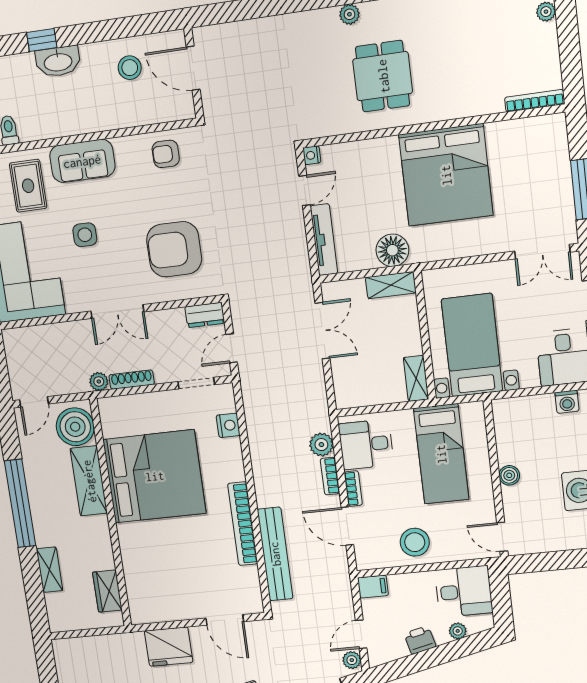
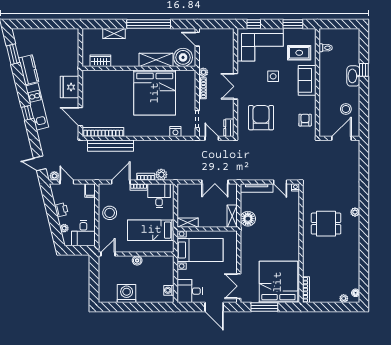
bed: (446, 175) -> (278, 282), moved, turned 90
bookcase: (243, 524) -> (103, 132), moved
door: (225, 620) -> (80, 117), hinge flipped

